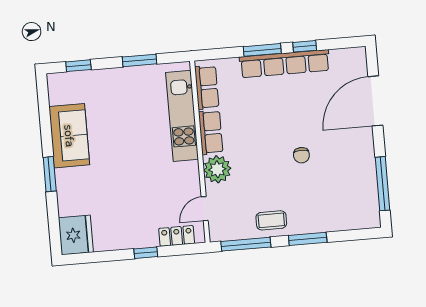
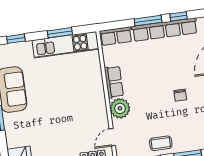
row of seats: (207, 87) -> (116, 36), moved, turned 90
kitchen unit: (182, 116) -> (65, 45), moved, turned -90

